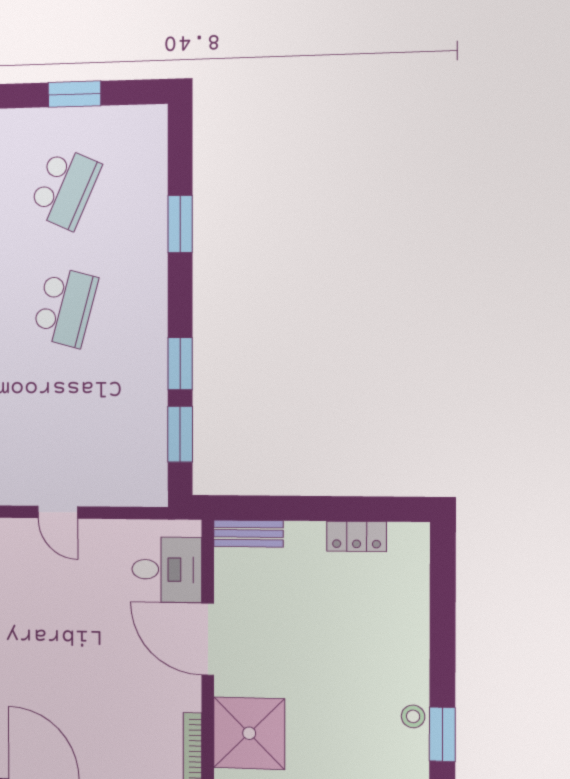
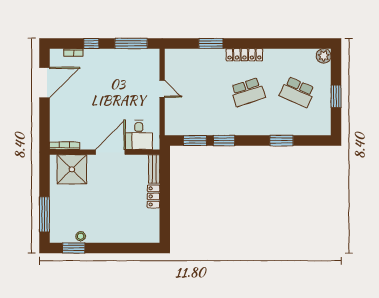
school desk: (65, 307) -> (248, 92), turned -33
door: (58, 512) -> (162, 89), swing flipped
locker: (357, 536) -> (153, 196), moved

